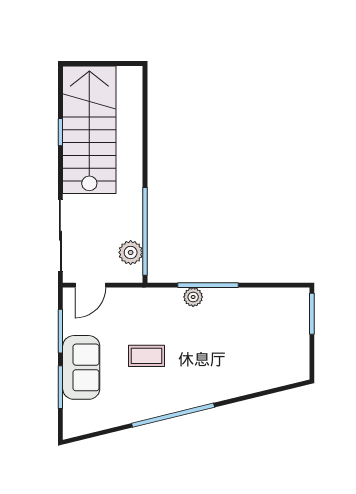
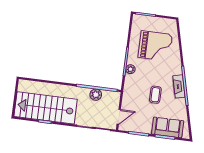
plant: (131, 252) -> (96, 95), moved
door: (90, 285) -> (119, 117), hinge flipped
grand piano: (248, 343) -> (155, 46), added
sofa: (81, 367) -> (168, 127), moved
fireplace: (170, 403) -> (179, 86), added

